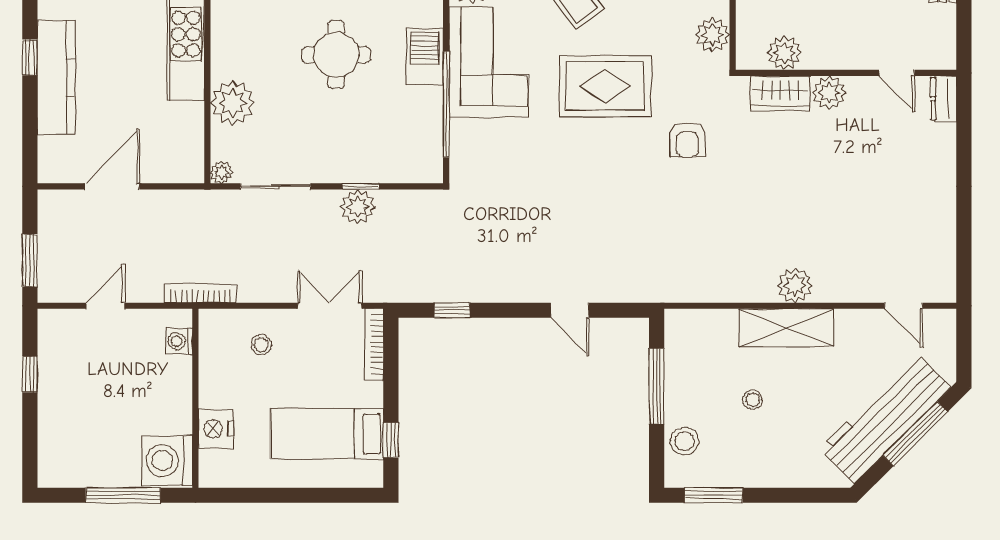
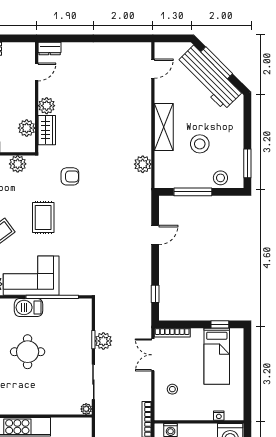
rug: (605, 86) -> (43, 217), width x0.73, depth x0.70
plant: (233, 103) -> (52, 403), removed
plant: (795, 285) -> (143, 164), moved
stool: (753, 400) -> (200, 144), width x1.89, depth x1.89
nightstand: (216, 429) -> (219, 416), width x0.53, depth x0.56

